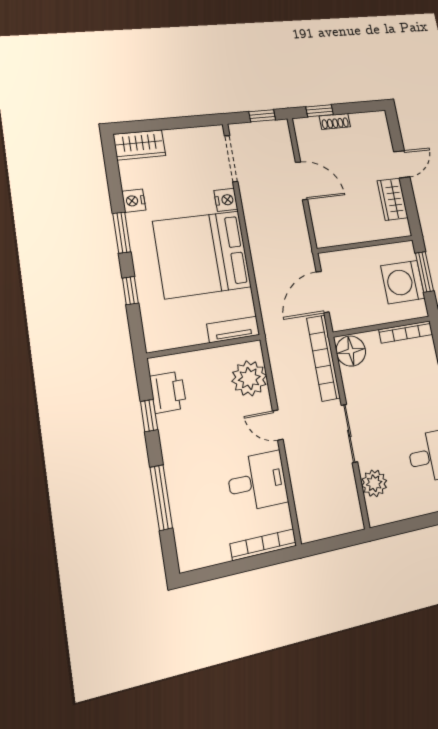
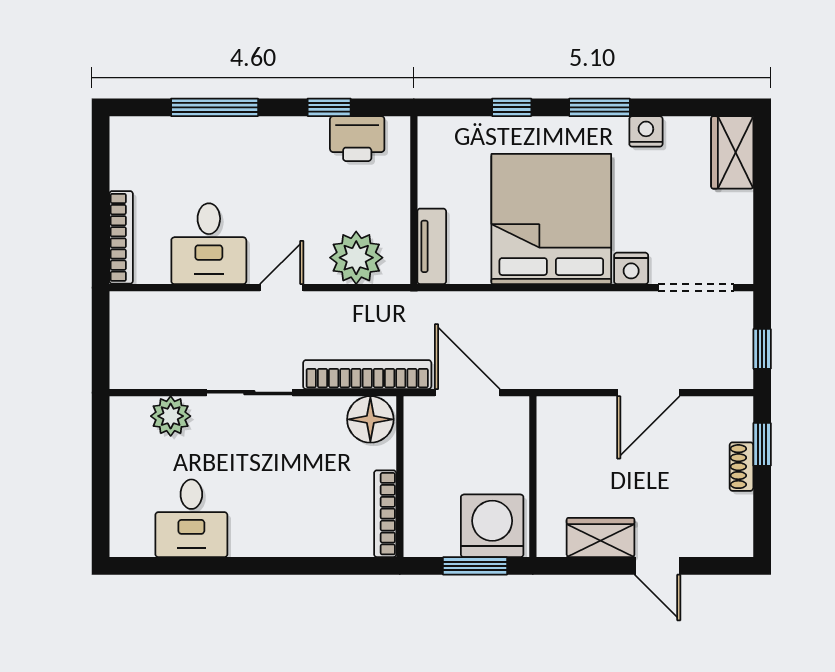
washing machine: (403, 282) -> (492, 526), moved

